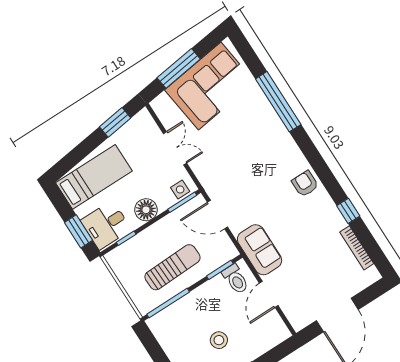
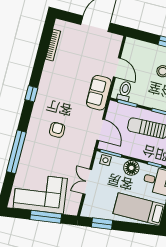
armchair: (305, 184) -> (57, 130), moved, turned 180
window: (348, 211) -> (31, 94), moved
door: (269, 294) -> (117, 67), hinge flipped

